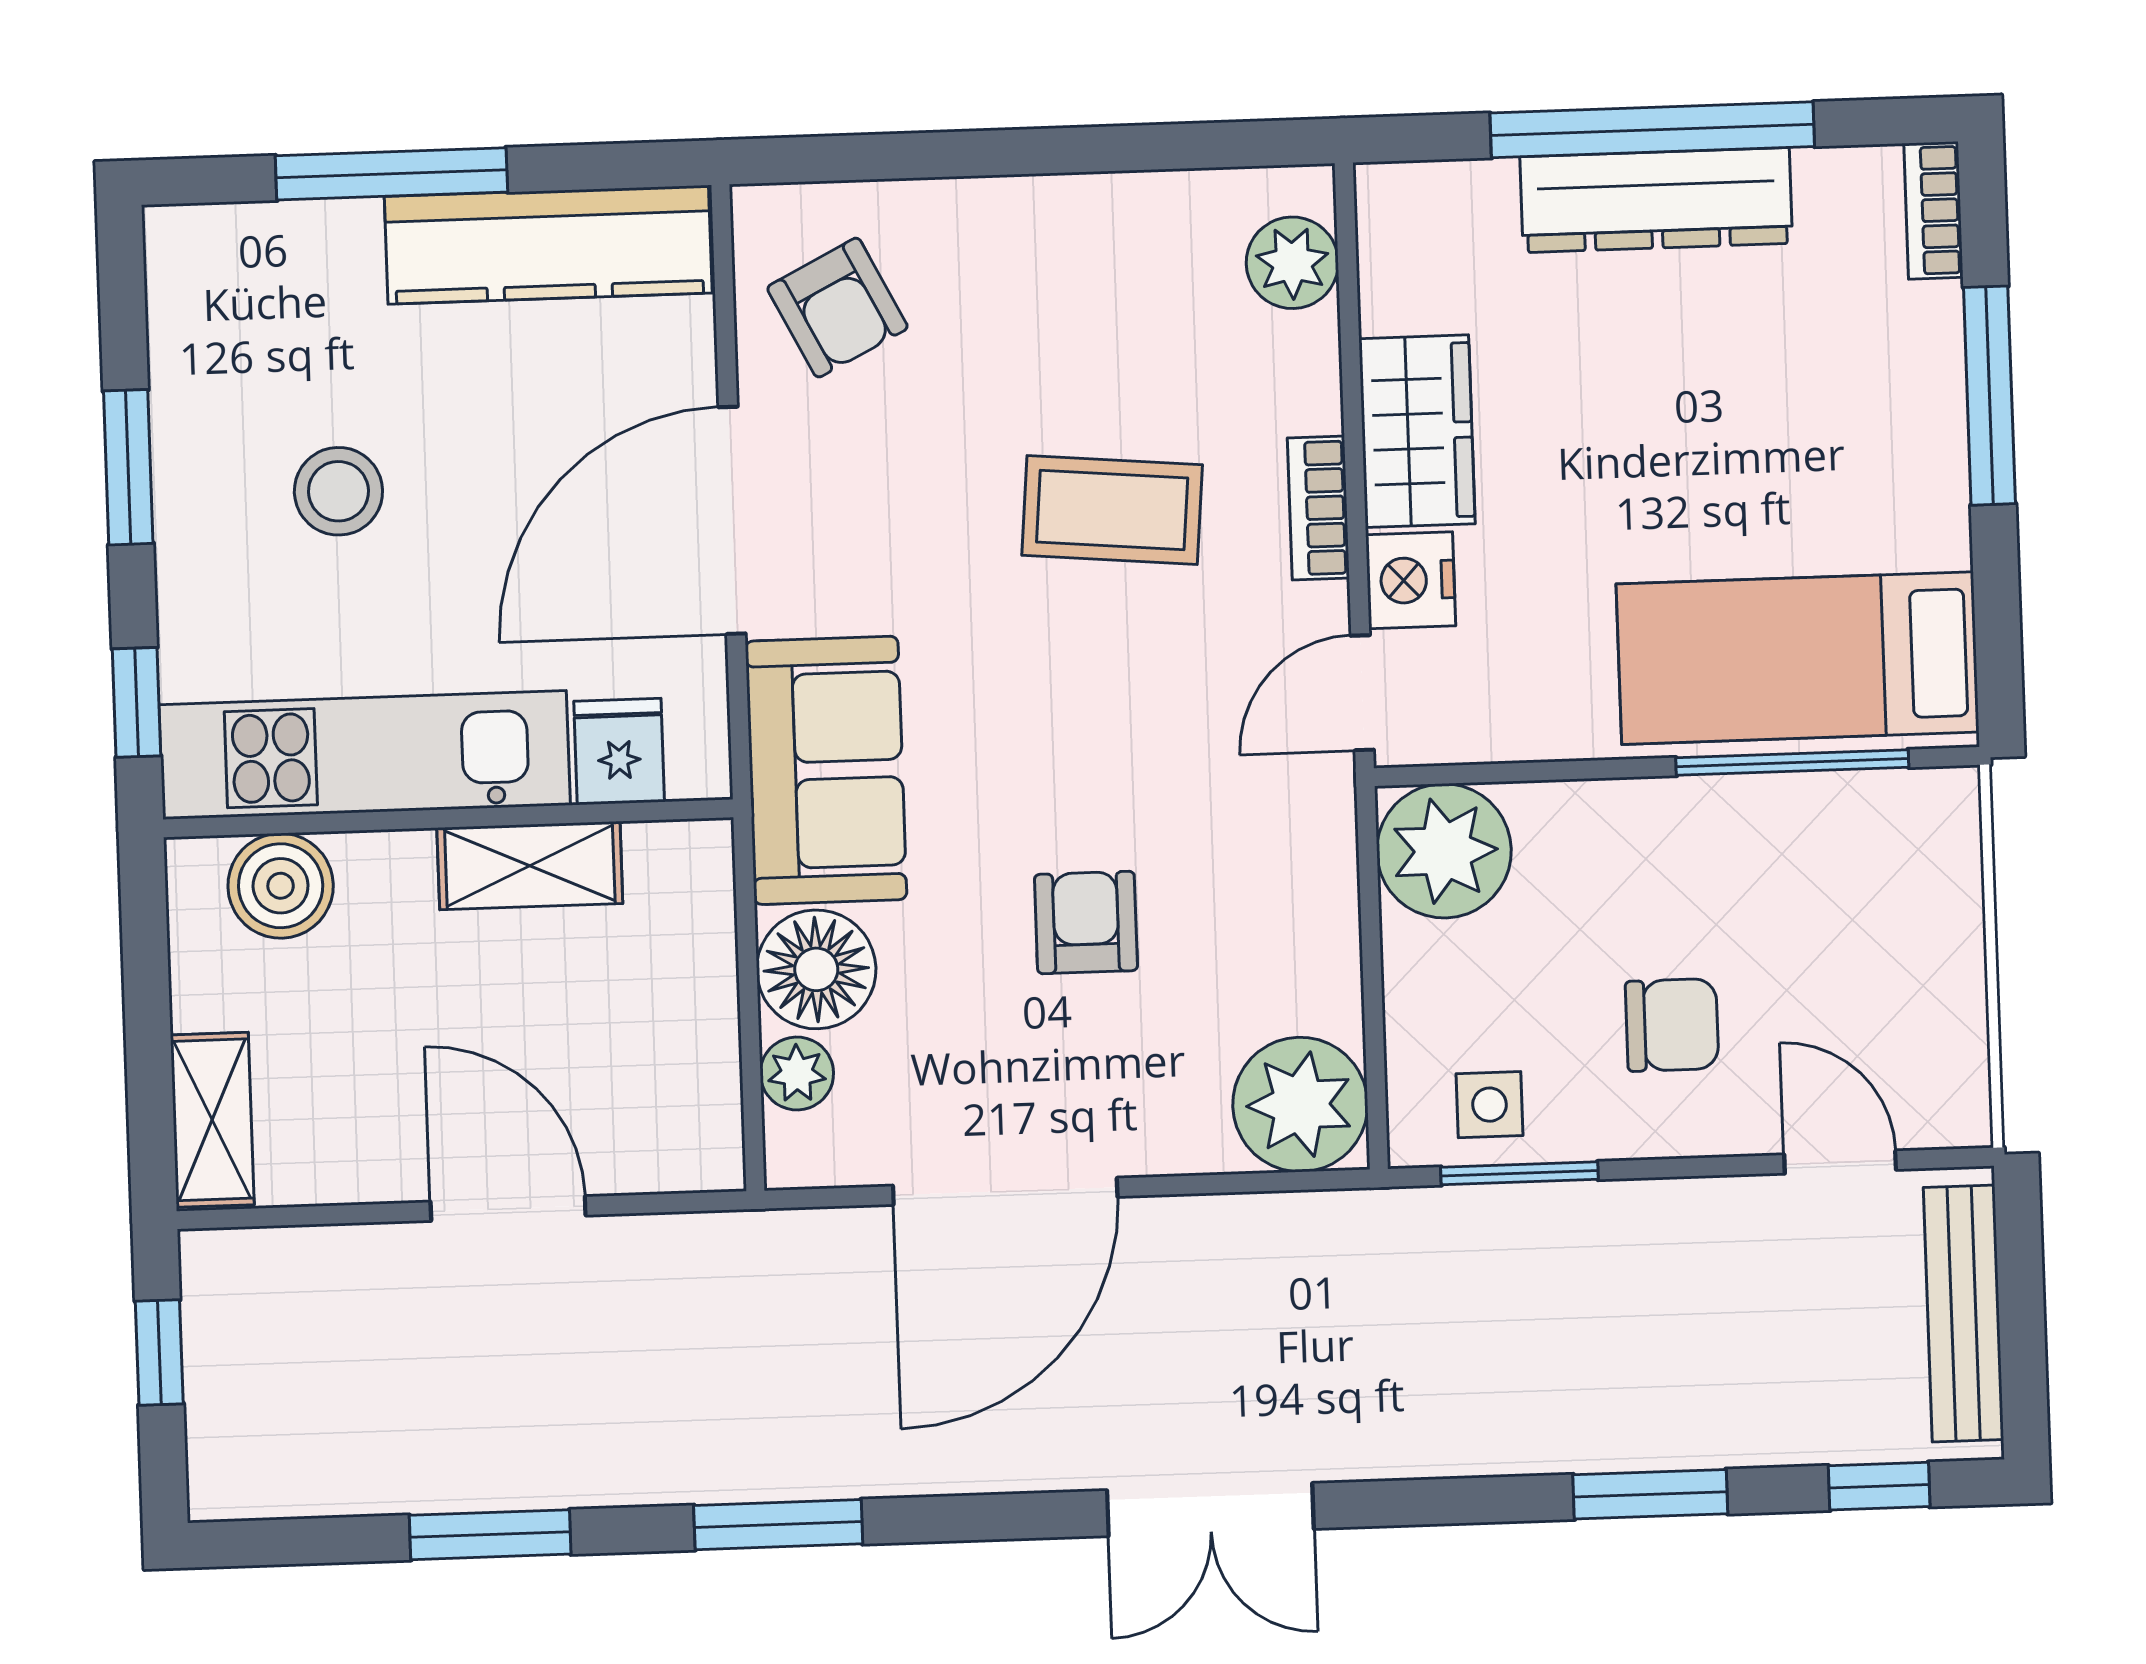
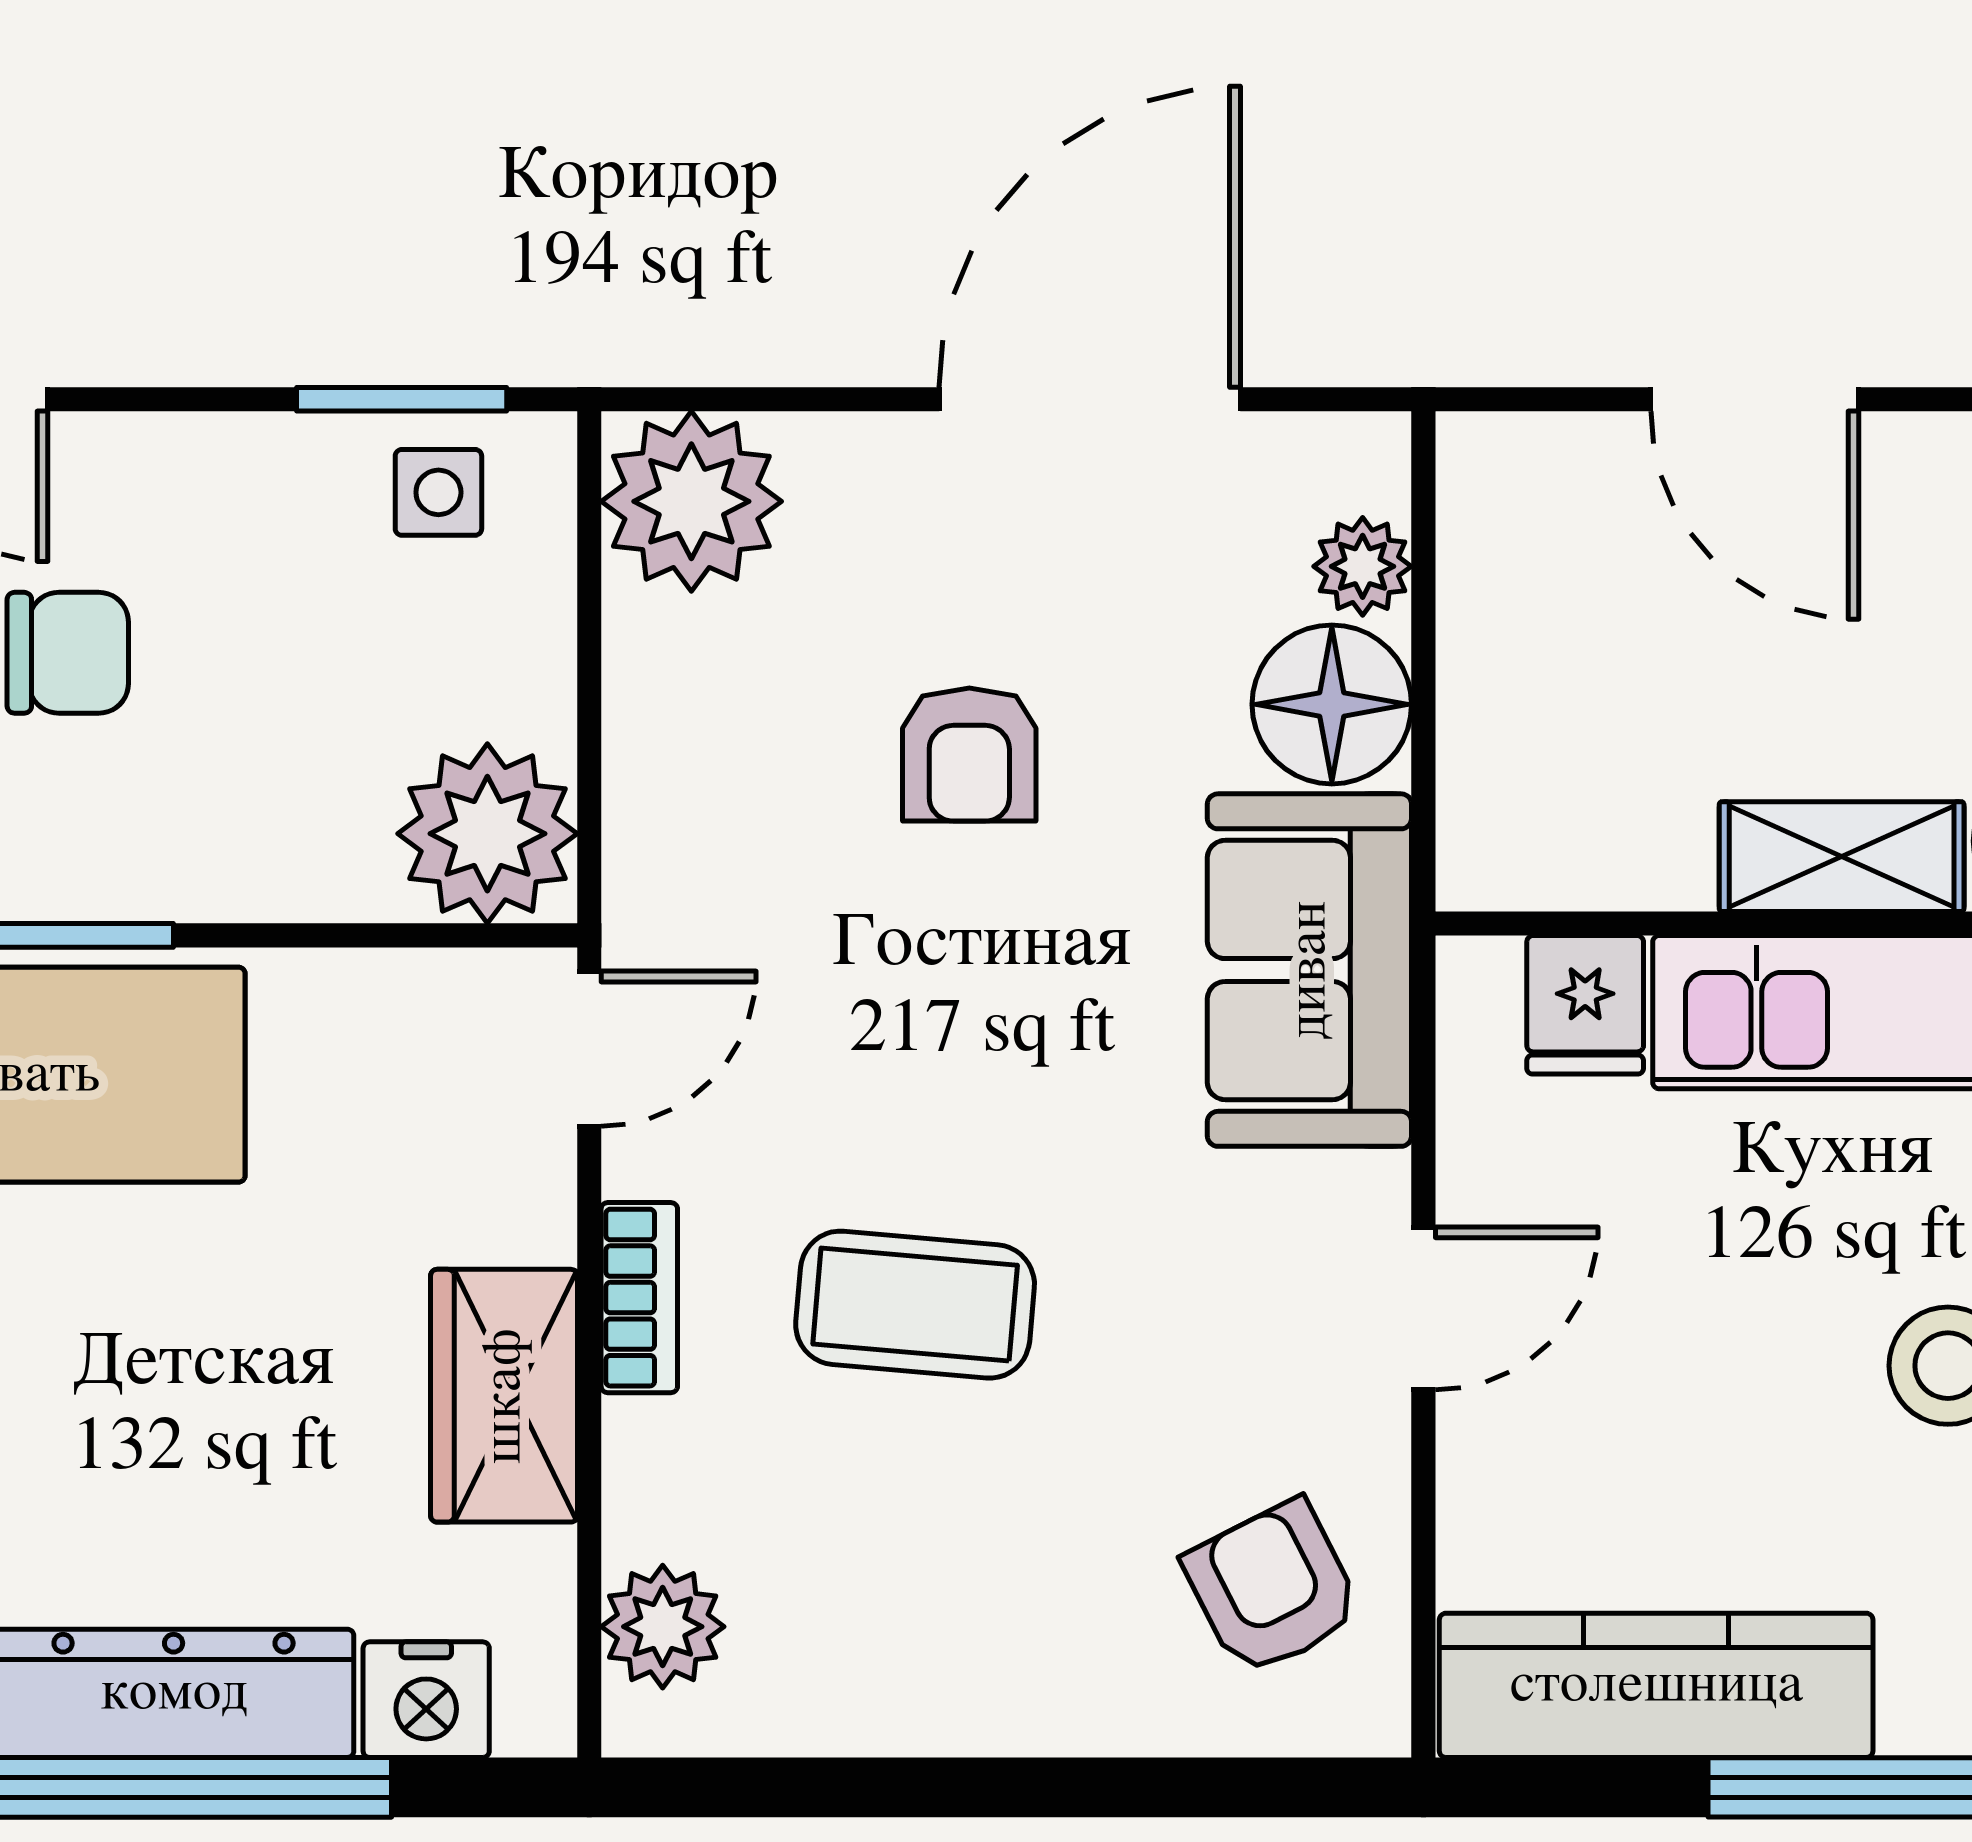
door: (732, 520) -> (1423, 1308), width x0.53
nightstand: (1411, 580) -> (426, 1700), moved, turned 90
shelving: (530, 866) -> (1842, 857), moved
chair: (1672, 1025) -> (68, 653), moved, turned 180

